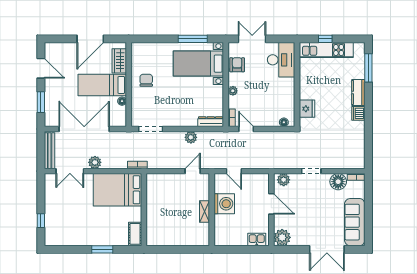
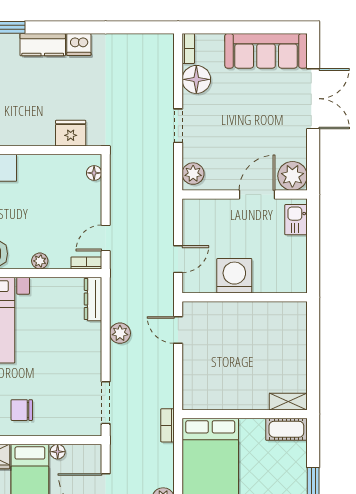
door: (271, 204) -> (257, 195), moved
shelving: (204, 212) -> (288, 402), moved

